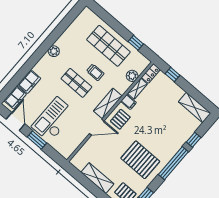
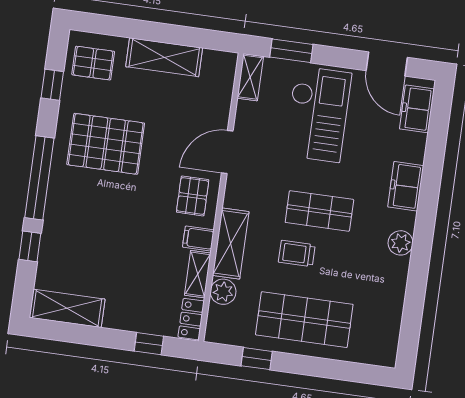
freezer: (29, 82) -> (406, 186), moved
shelving: (108, 104) -> (231, 244), moved
window: (37, 140) -> (291, 51), moved
shelving: (70, 150) -> (250, 77), added

